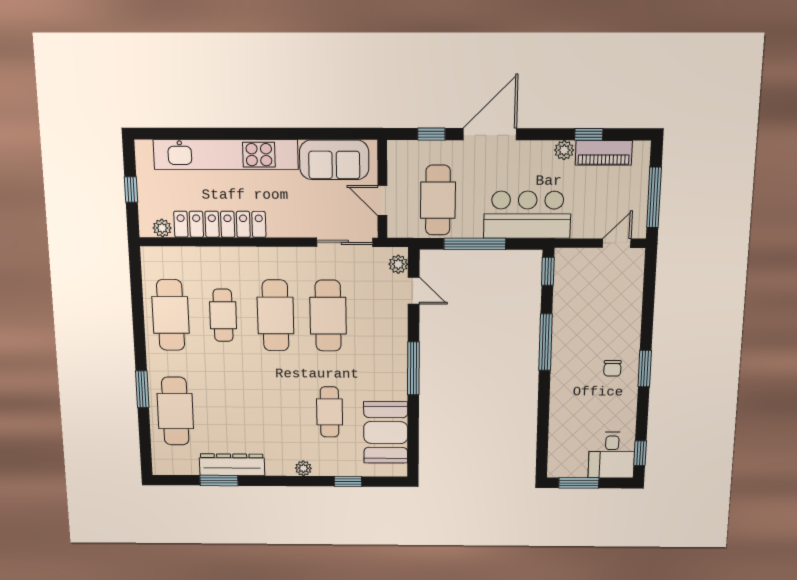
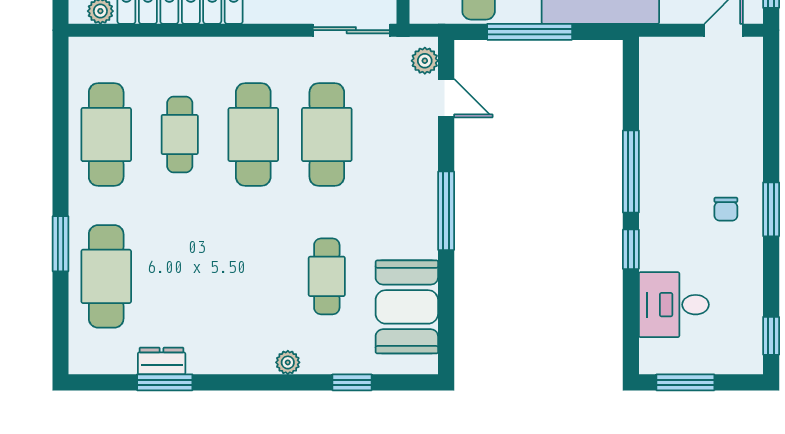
window: (548, 271) -> (631, 249), moved
desk: (612, 455) -> (674, 305), moved, turned 90
dresser: (232, 465) -> (162, 361), width x0.51, depth x0.80

